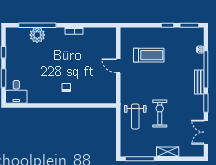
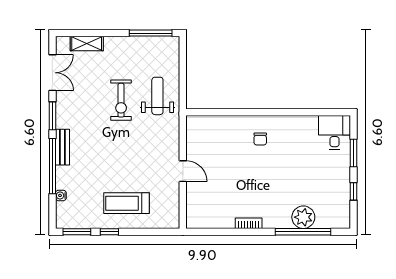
treadmill: (149, 55) -> (126, 203), moved
shelving: (168, 152) -> (87, 43), moved

